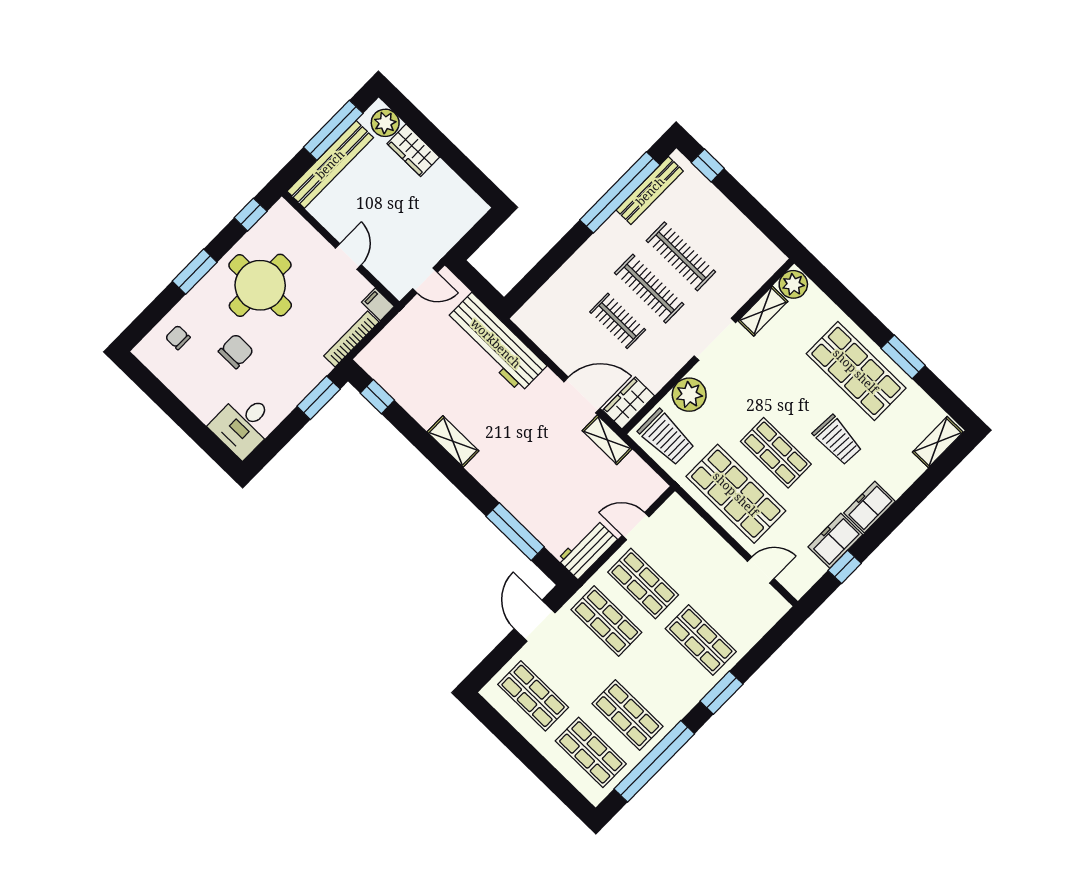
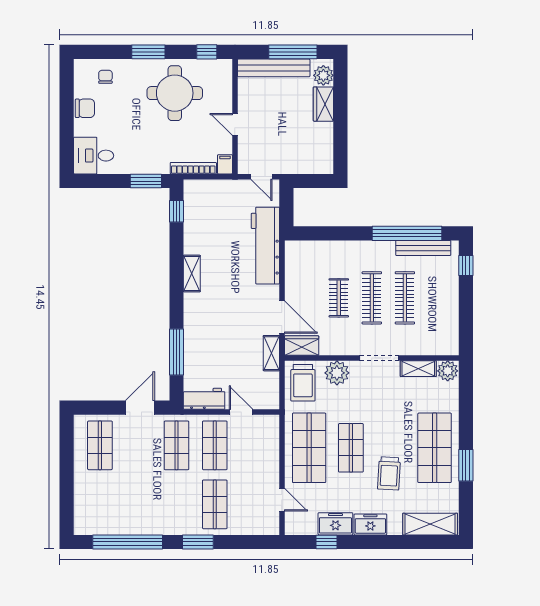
door: (348, 256) -> (235, 124), swing flipped
chair: (236, 351) -> (85, 108), moved
shelving: (938, 442) -> (430, 524), width x1.50, depth x1.33
shop shelf: (627, 715) -> (138, 504), removed
shop shelf: (591, 752) -> (100, 504), removed

